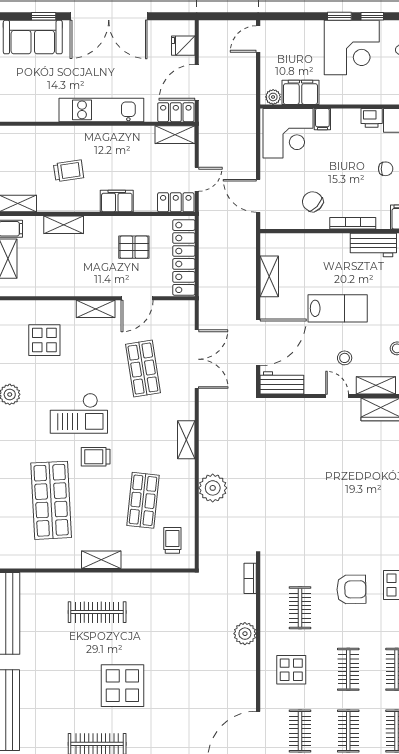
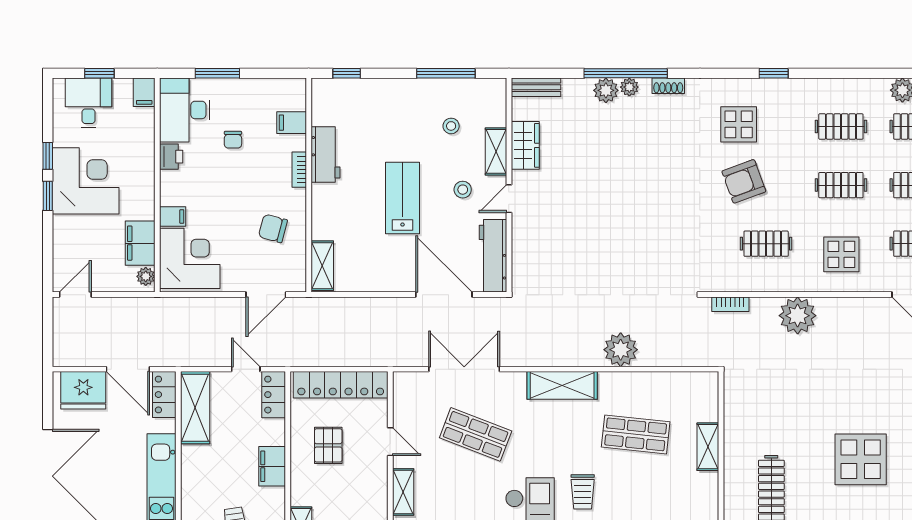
door: (258, 39) -> (75, 295), swing flipped
fridge: (183, 46) -> (83, 390), width x1.88, depth x1.34
shelving: (175, 135) -> (195, 408), width x1.50, depth x1.33
chair: (386, 169) -> (233, 140), turned 180
chair: (313, 202) -> (273, 228), turned 62
bookcase: (353, 223) -> (299, 170), width x0.64
shelving: (269, 276) -> (322, 266), moved, turned 90
door: (137, 298) -> (390, 442), width x0.73
shop shelf: (143, 369) -> (476, 434), turned 30
workbench: (282, 383) -> (493, 256), width x1.38
shelving: (186, 440) -> (562, 385), width x1.50, depth x1.33
trolley: (172, 540) -> (684, 399), removed
shelving: (101, 560) -> (708, 447), moved
armchair: (351, 589) -> (744, 181), turned -109
plant: (245, 634) -> (798, 316), width x1.36, depth x1.36

